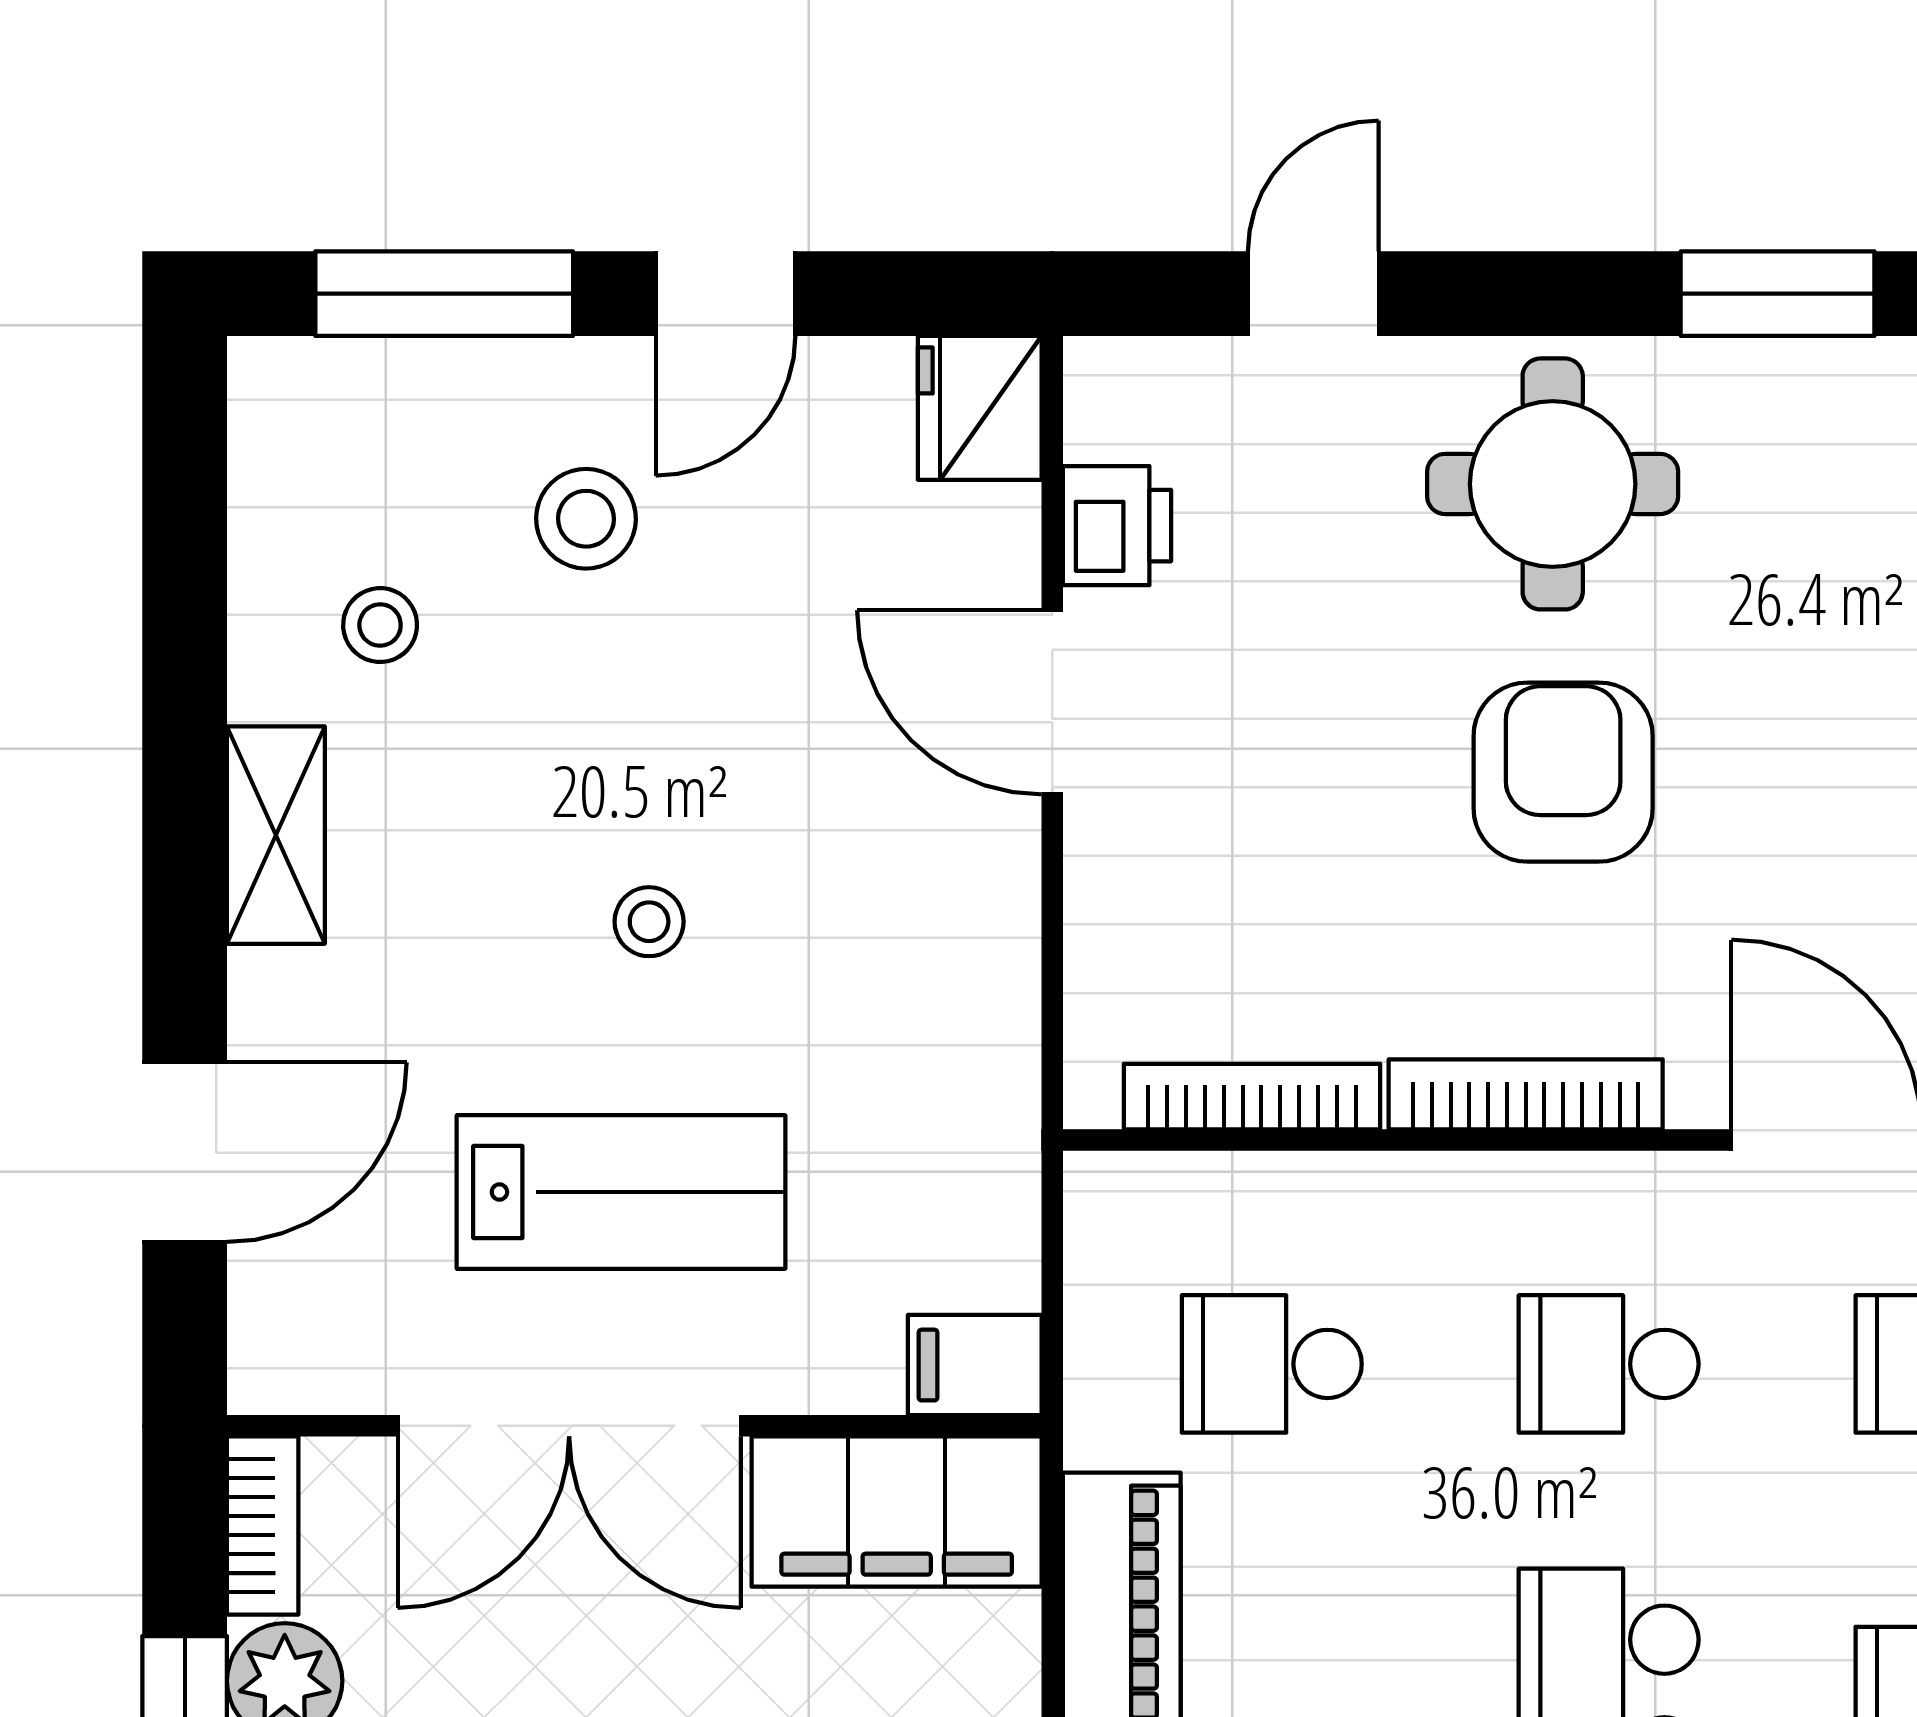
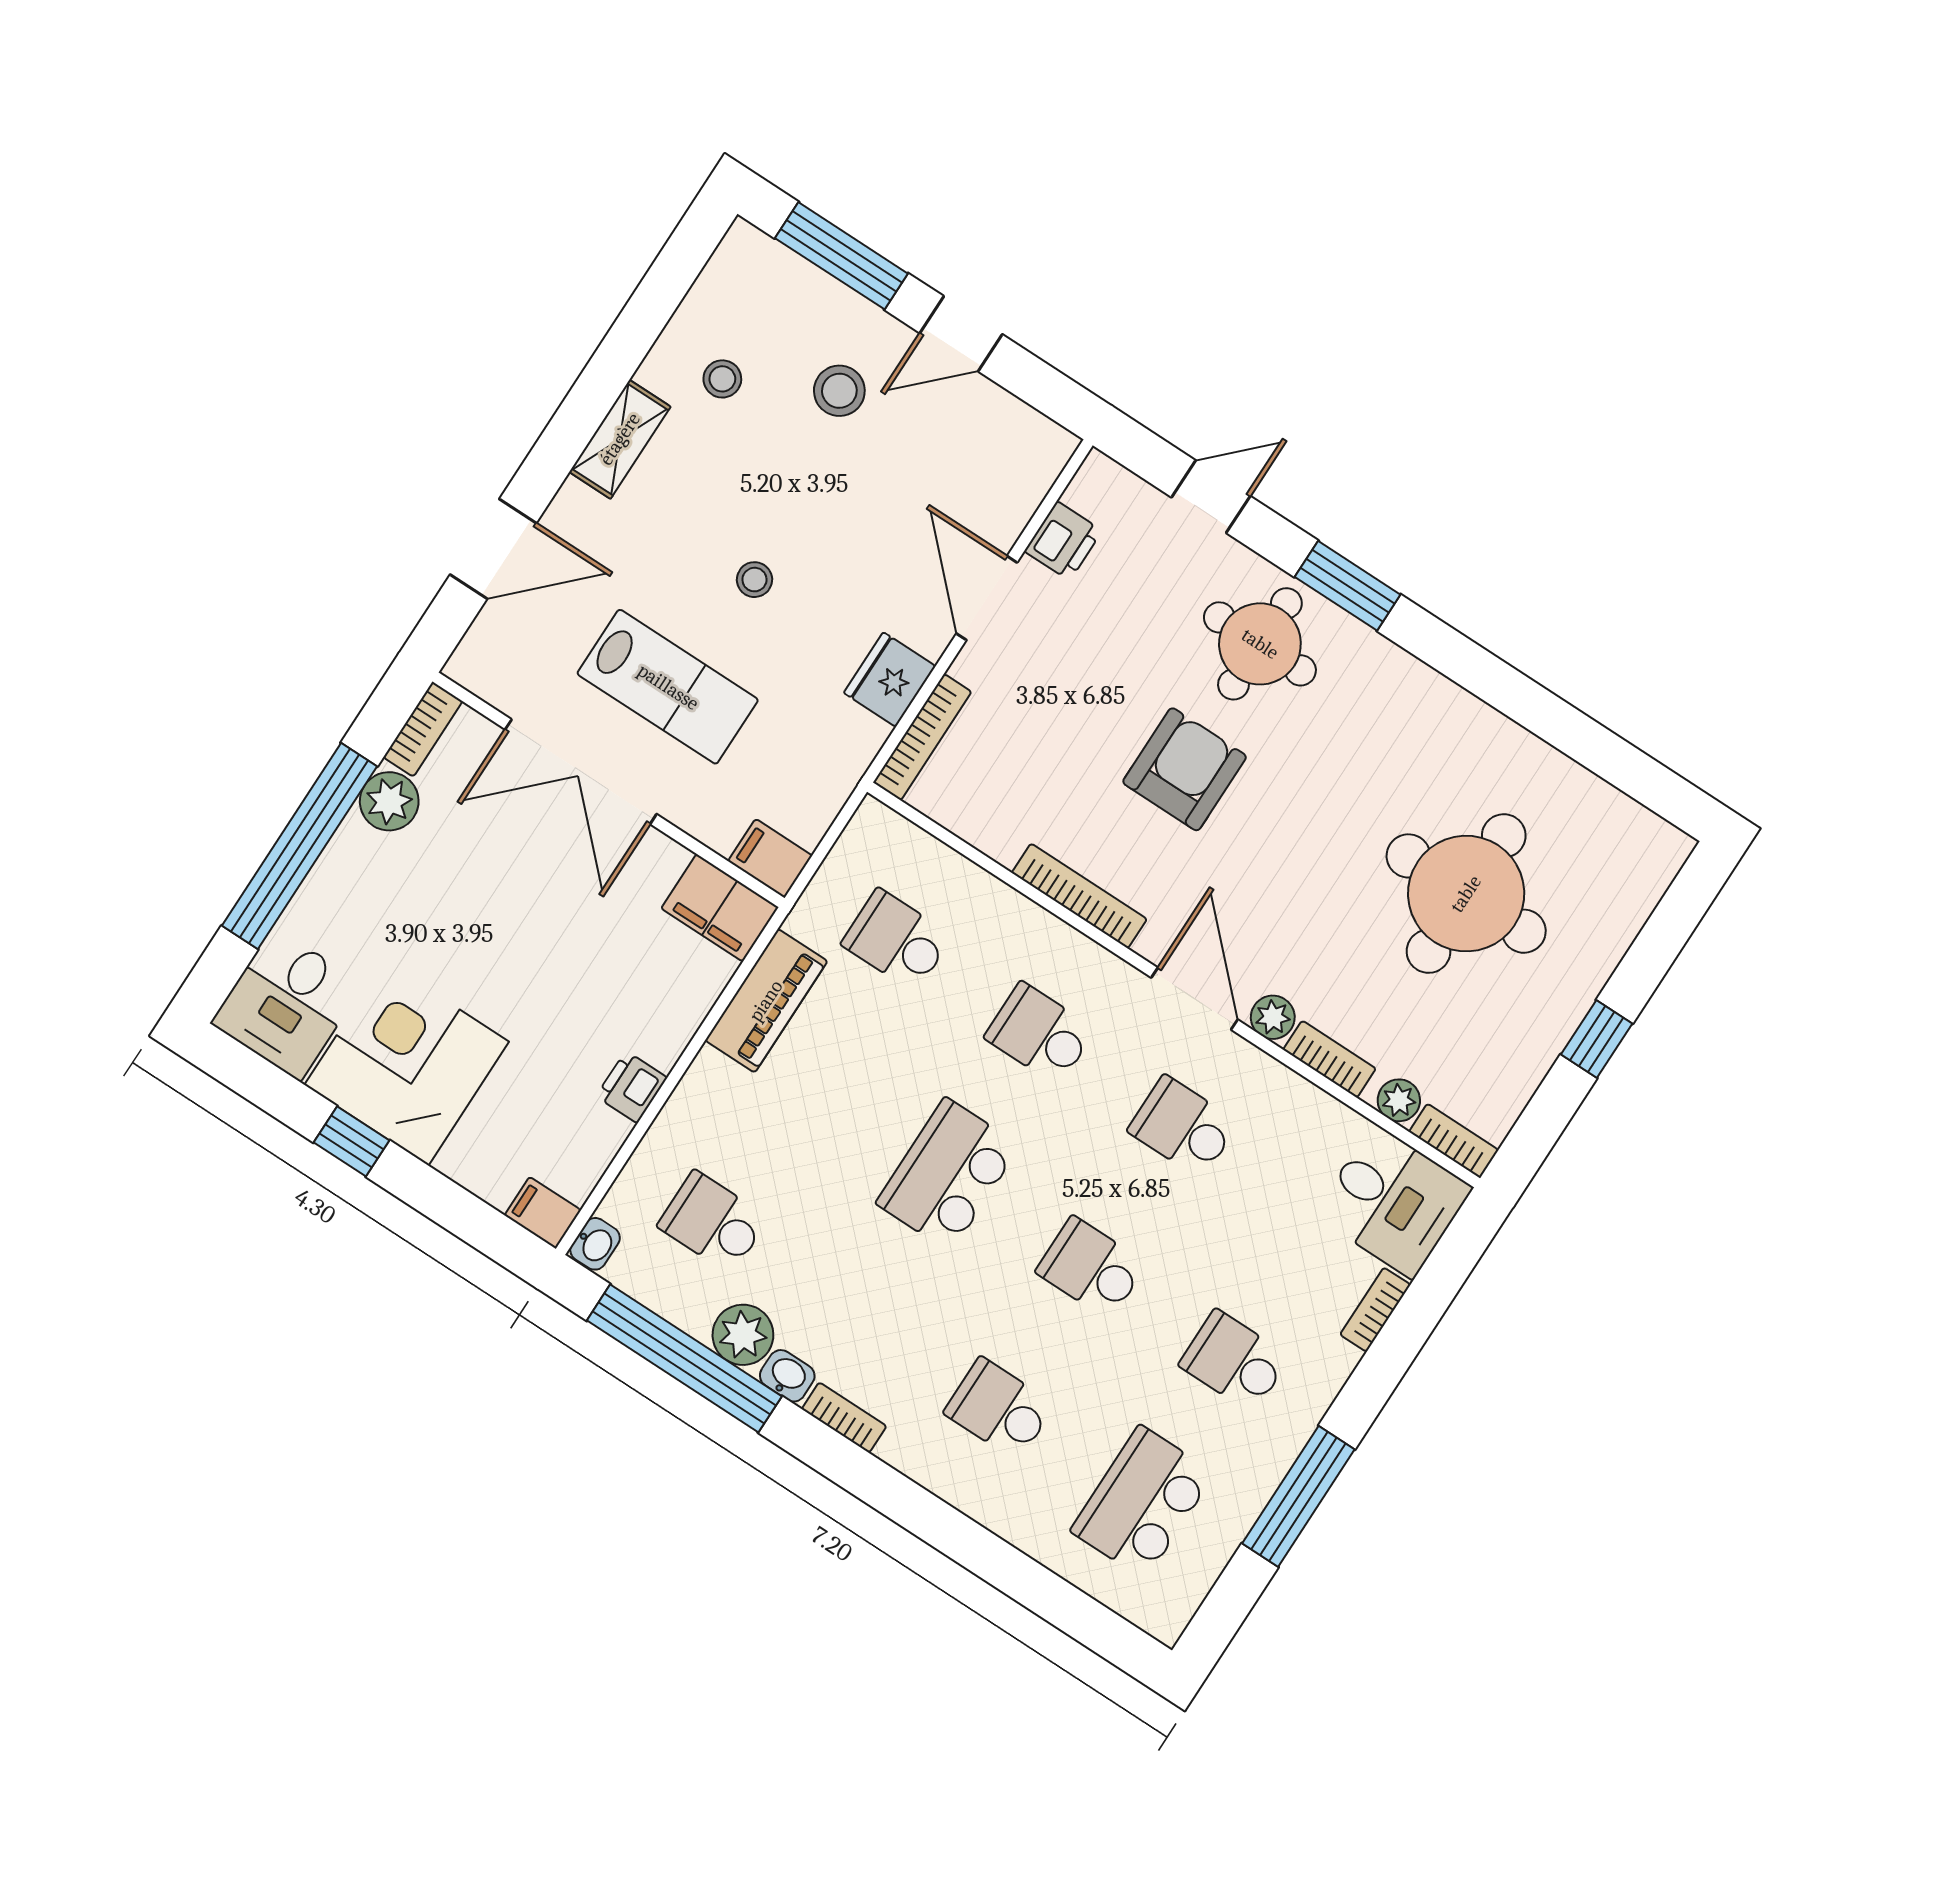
window: (1778, 294) -> (1348, 586), moved
fridge: (980, 408) -> (890, 680), moved
bookcase: (1252, 1097) -> (922, 737), moved, turned 90
filing cabinet: (897, 1512) -> (720, 908), width x0.67, depth x0.86

